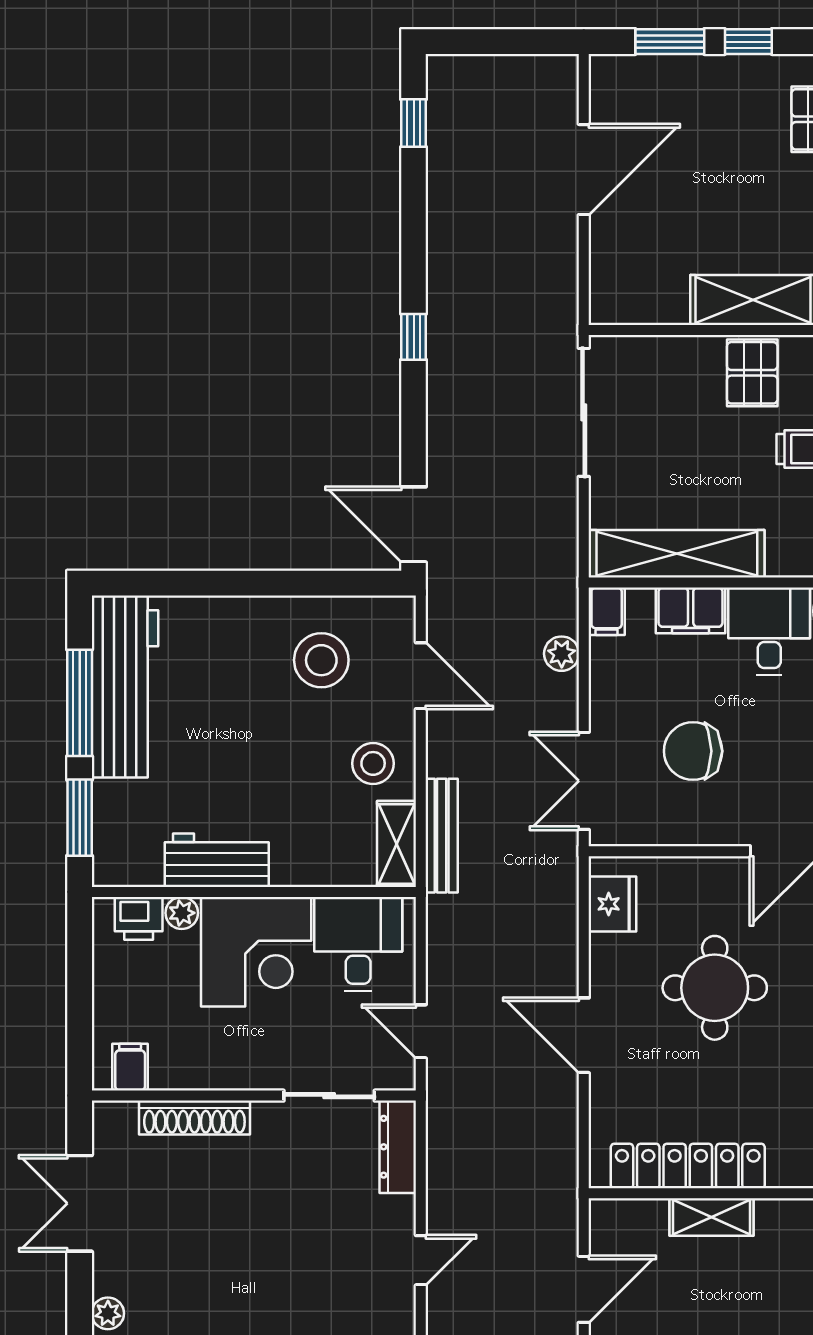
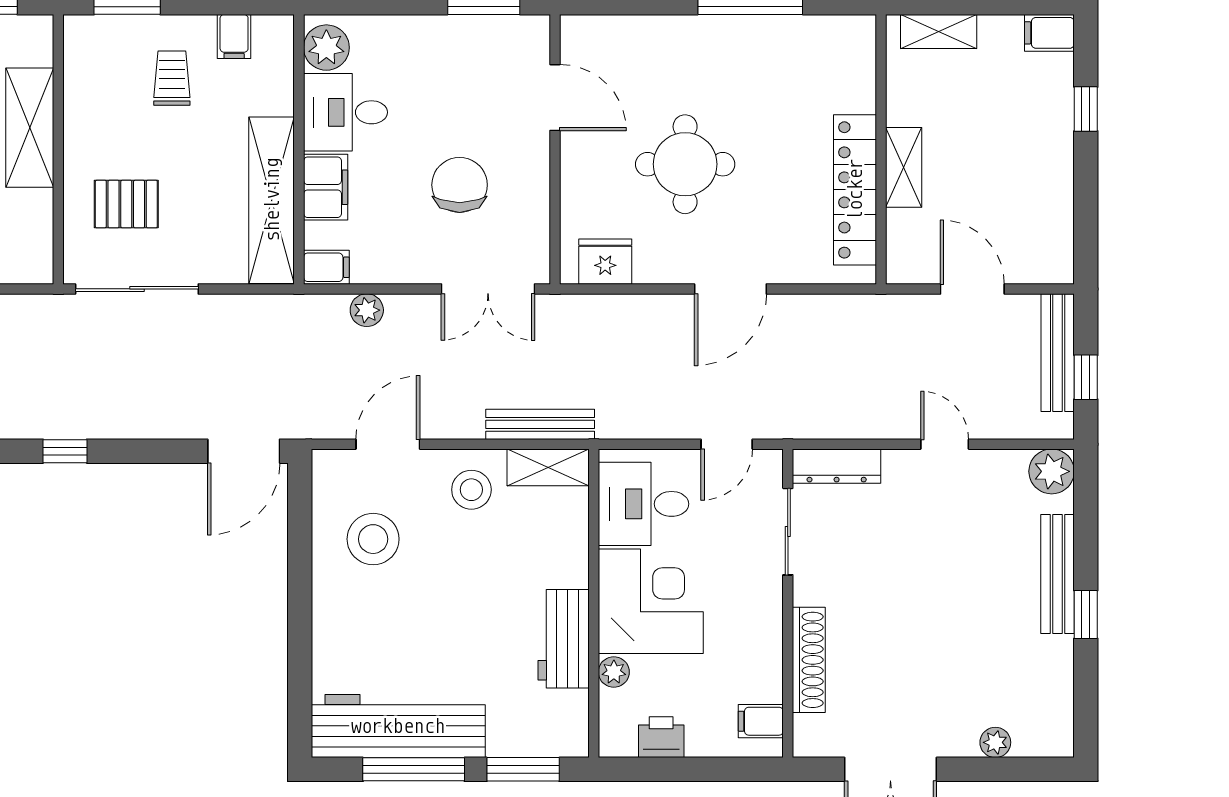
pallet: (752, 373) -> (126, 204), moved
chair: (693, 751) -> (460, 185), turned 180
printer: (139, 918) -> (661, 737), moved, turned -90

